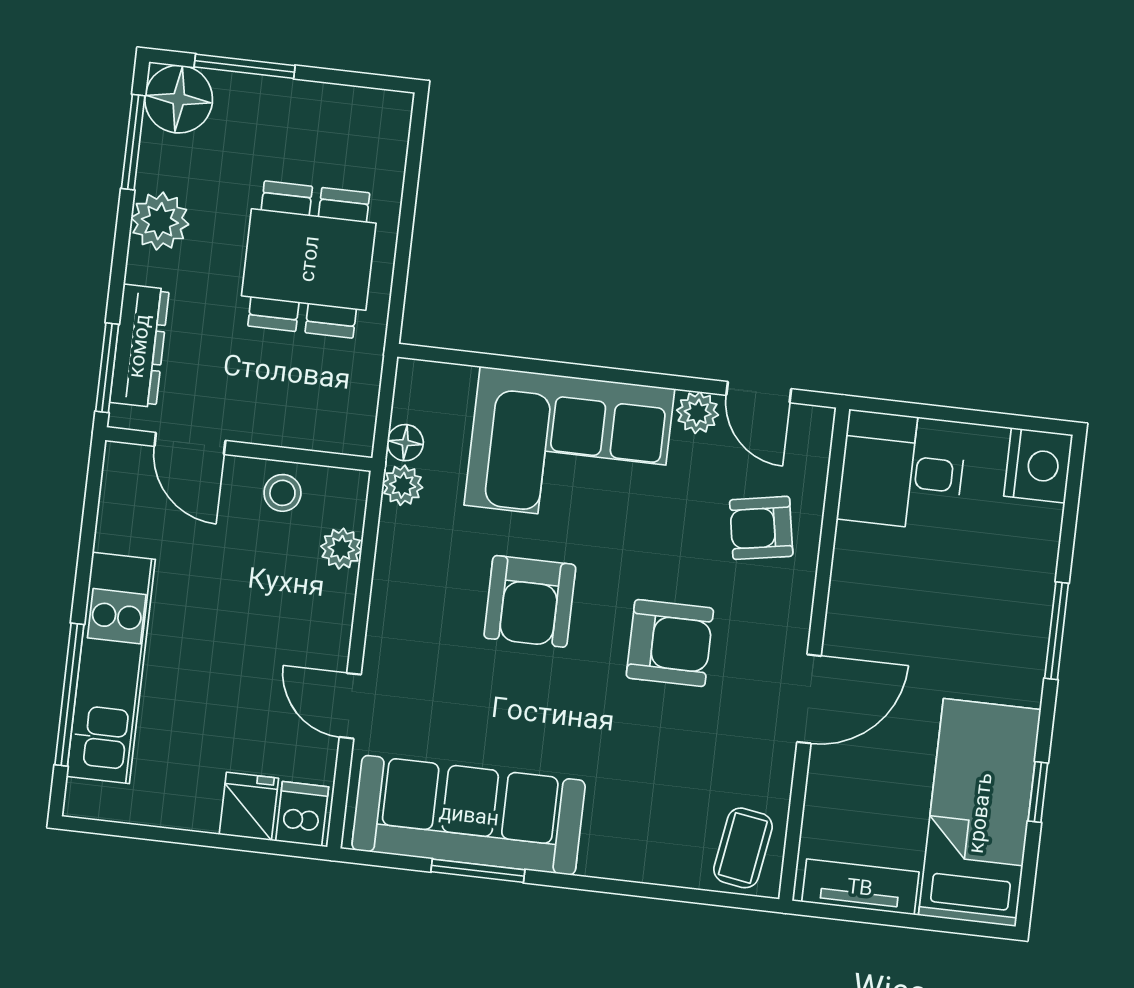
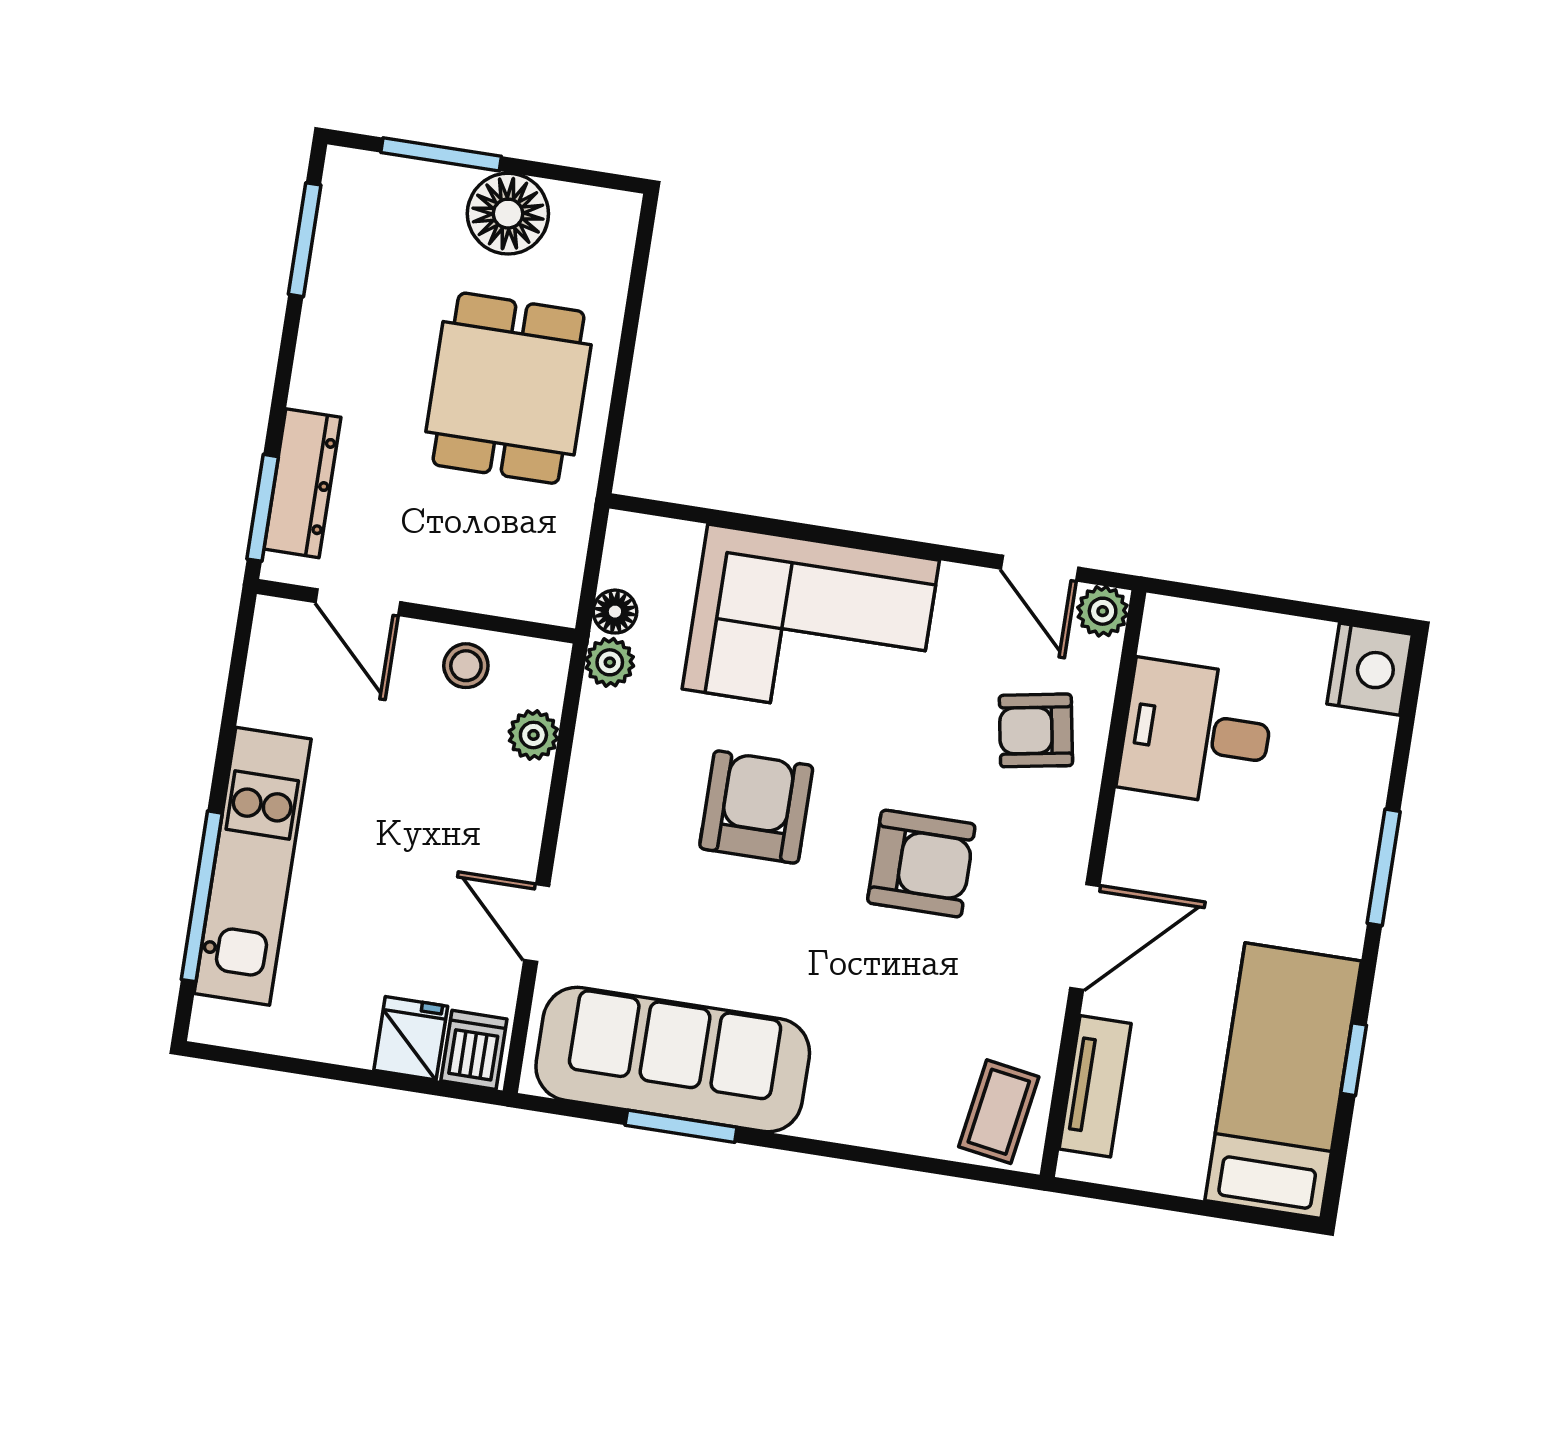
floor lamp: (179, 99) -> (508, 214), moved
plant: (160, 221) -> (333, 335), removed
plant: (698, 413) -> (1103, 611), moved
desk: (902, 471) -> (1197, 733), moved
armchair: (530, 601) -> (756, 807), turned 180
tv unit: (860, 887) -> (1095, 1086), moved, turned 90

